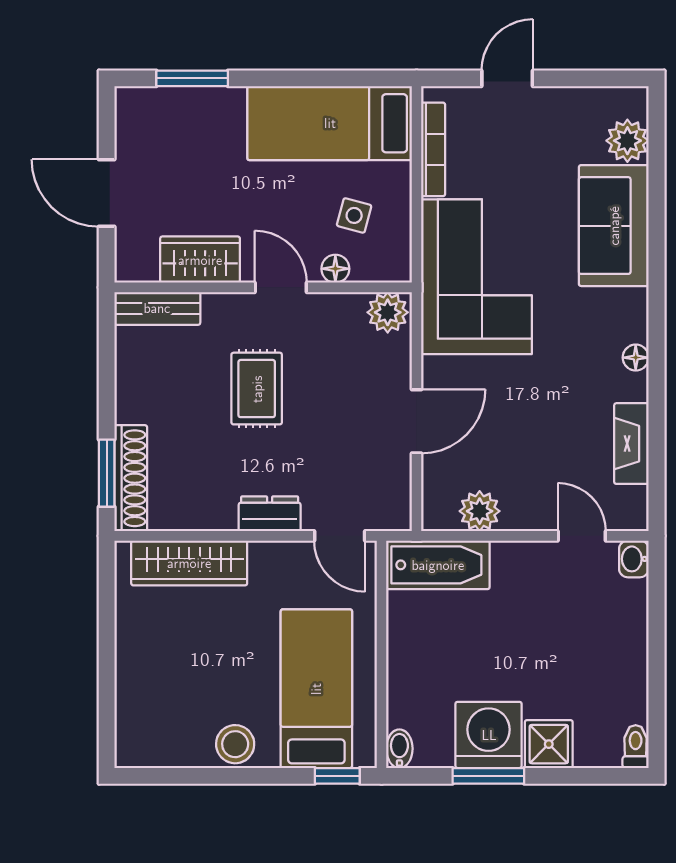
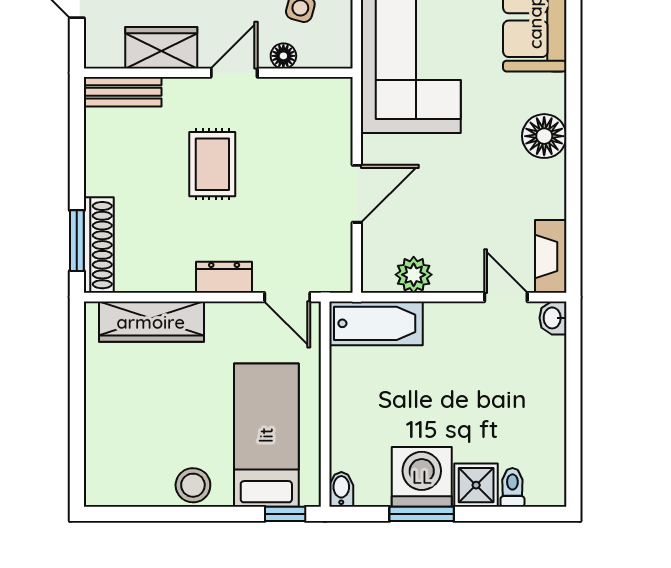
door: (281, 287) -> (234, 73), hinge flipped
plant: (388, 312) -> (331, 95), removed
floor lamp: (636, 358) -> (544, 136), width x1.89, depth x1.89
fireplace: (631, 444) -> (551, 256), moved
toilet: (636, 747) -> (512, 487), moved

